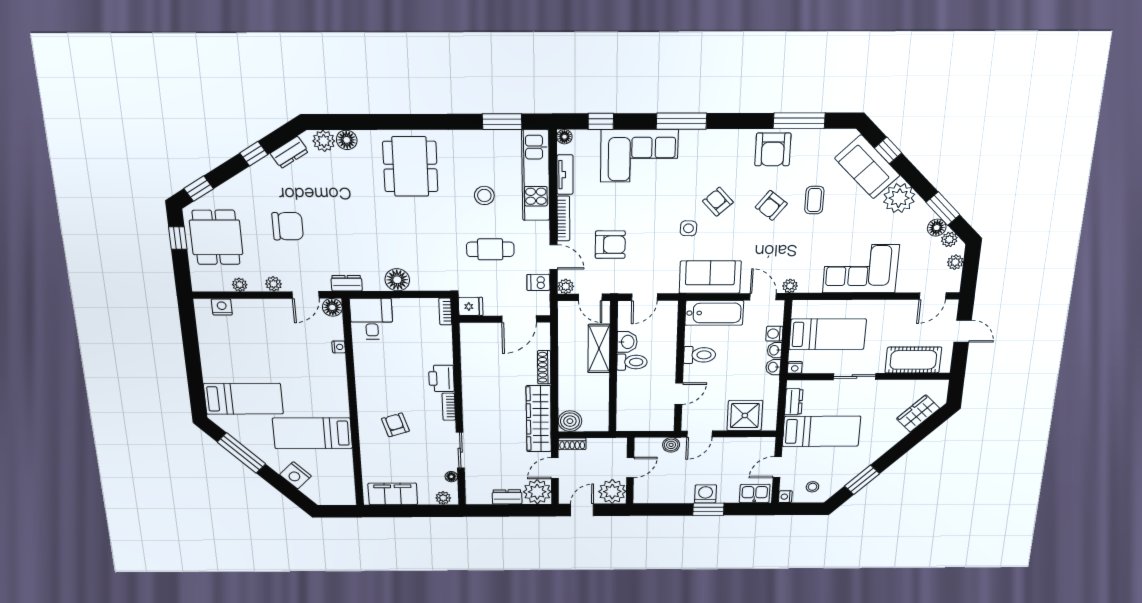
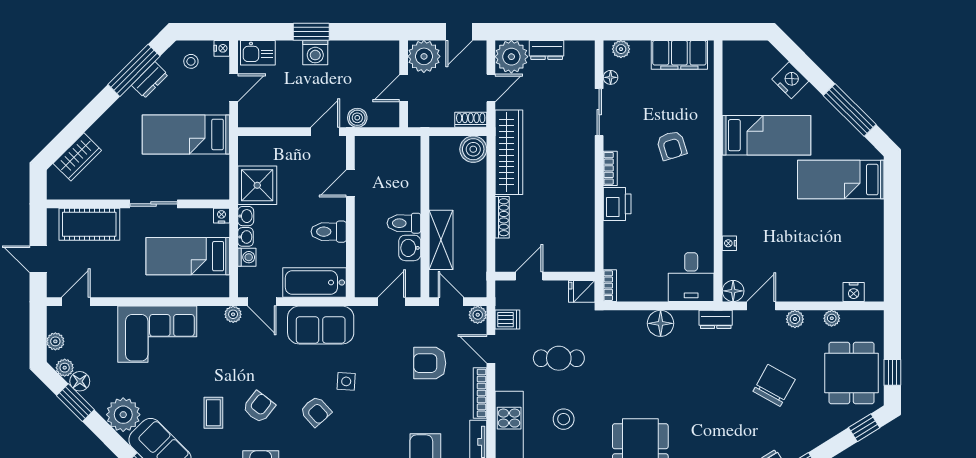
chair: (288, 226) -> (774, 385), turned 119
door: (519, 319) -> (529, 276), width x0.73
dresser: (794, 402) -> (150, 80), moved, turned -135
shower: (745, 415) -> (257, 185), moved
window: (862, 480) -> (134, 70), width x1.44

